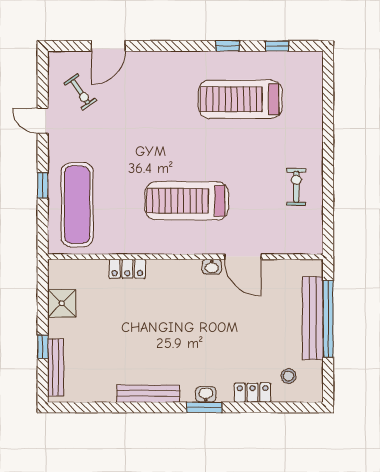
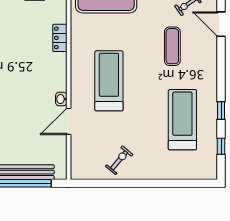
exercise mat: (139, 113) -> (172, 46), added
exercise bike: (296, 187) -> (119, 160), turned -50

